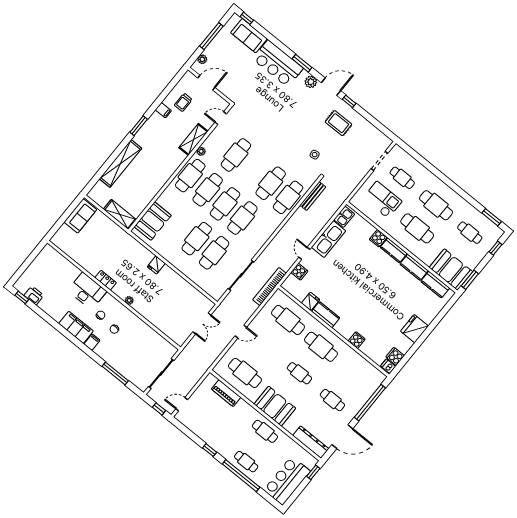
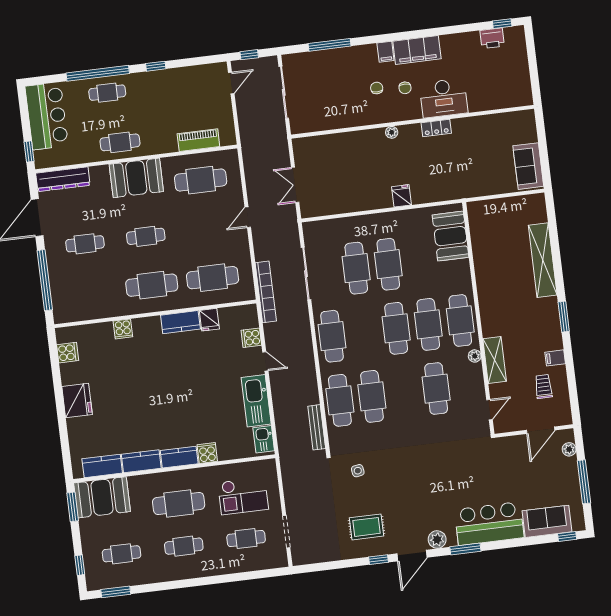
cafe table: (436, 205) -> (184, 546), width x0.73, depth x0.74
shelving: (120, 214) -> (490, 209), removed
cafe table: (242, 218) -> (332, 336), moved
dishwasher: (388, 366) -> (64, 335), removed

